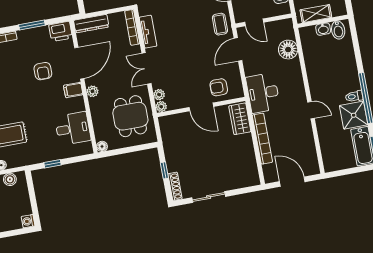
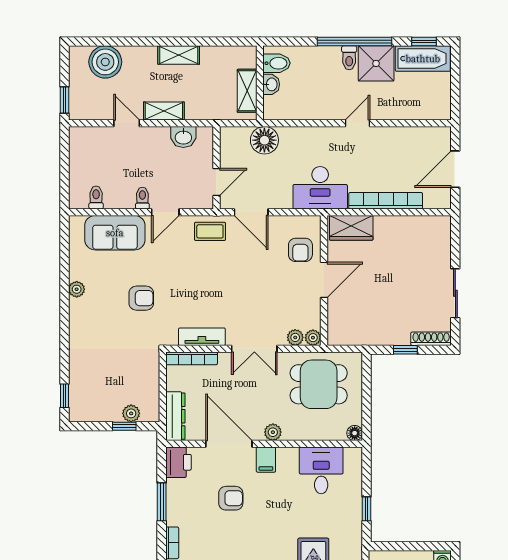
shelving: (316, 14) -> (247, 91), moved
wall: (323, 21) -> (260, 83), moved
washbasin: (323, 29) -> (271, 84), moved
bidet: (338, 30) -> (277, 63), moved

